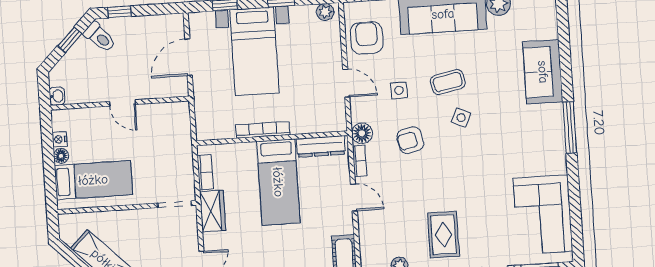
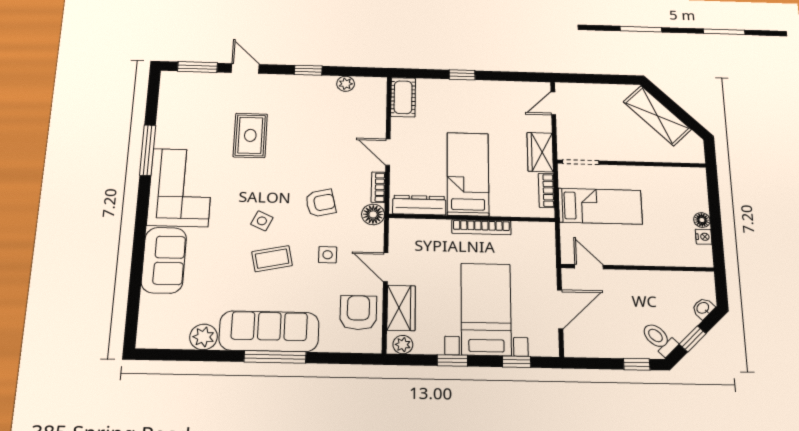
armchair: (367, 38) -> (358, 313), turned 180
wardrobe: (329, 46) -> (401, 308), added
washbasin: (57, 96) -> (703, 308), moved, turned 45
door: (123, 103) -> (589, 267), moved
window: (570, 127) -> (148, 150), moved
bed: (93, 180) -> (600, 206), moved, turned 180
corner sofa: (543, 215) -> (180, 187), moved
rug: (443, 235) -> (250, 135), moved

